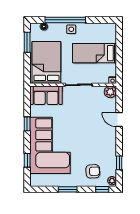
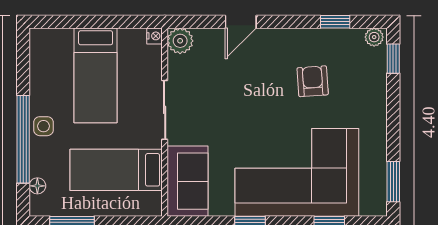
bed: (46, 63) -> (116, 170), width x0.67
armchair: (93, 171) -> (313, 81), moved
window: (68, 189) -> (393, 182), moved

